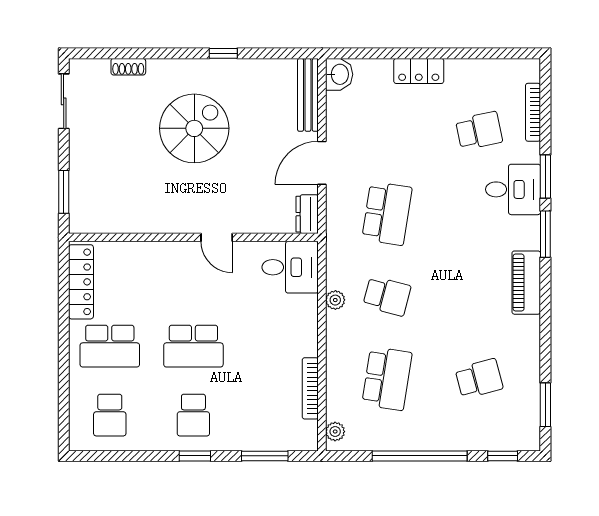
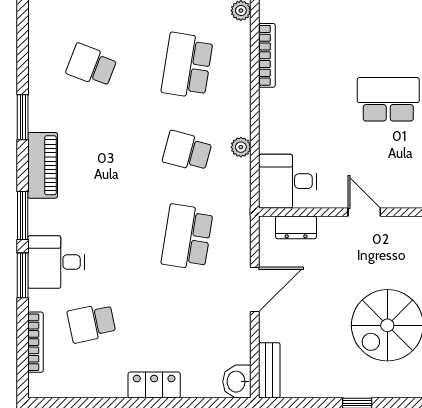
bench: (308, 95) -> (269, 370), width x0.73
dresser: (307, 214) -> (296, 227), moved, turned 90
school desk: (479, 379) -> (92, 65), turned 36
window: (545, 405) -> (23, 117), moved
school desk: (193, 415) -> (388, 28), removed

